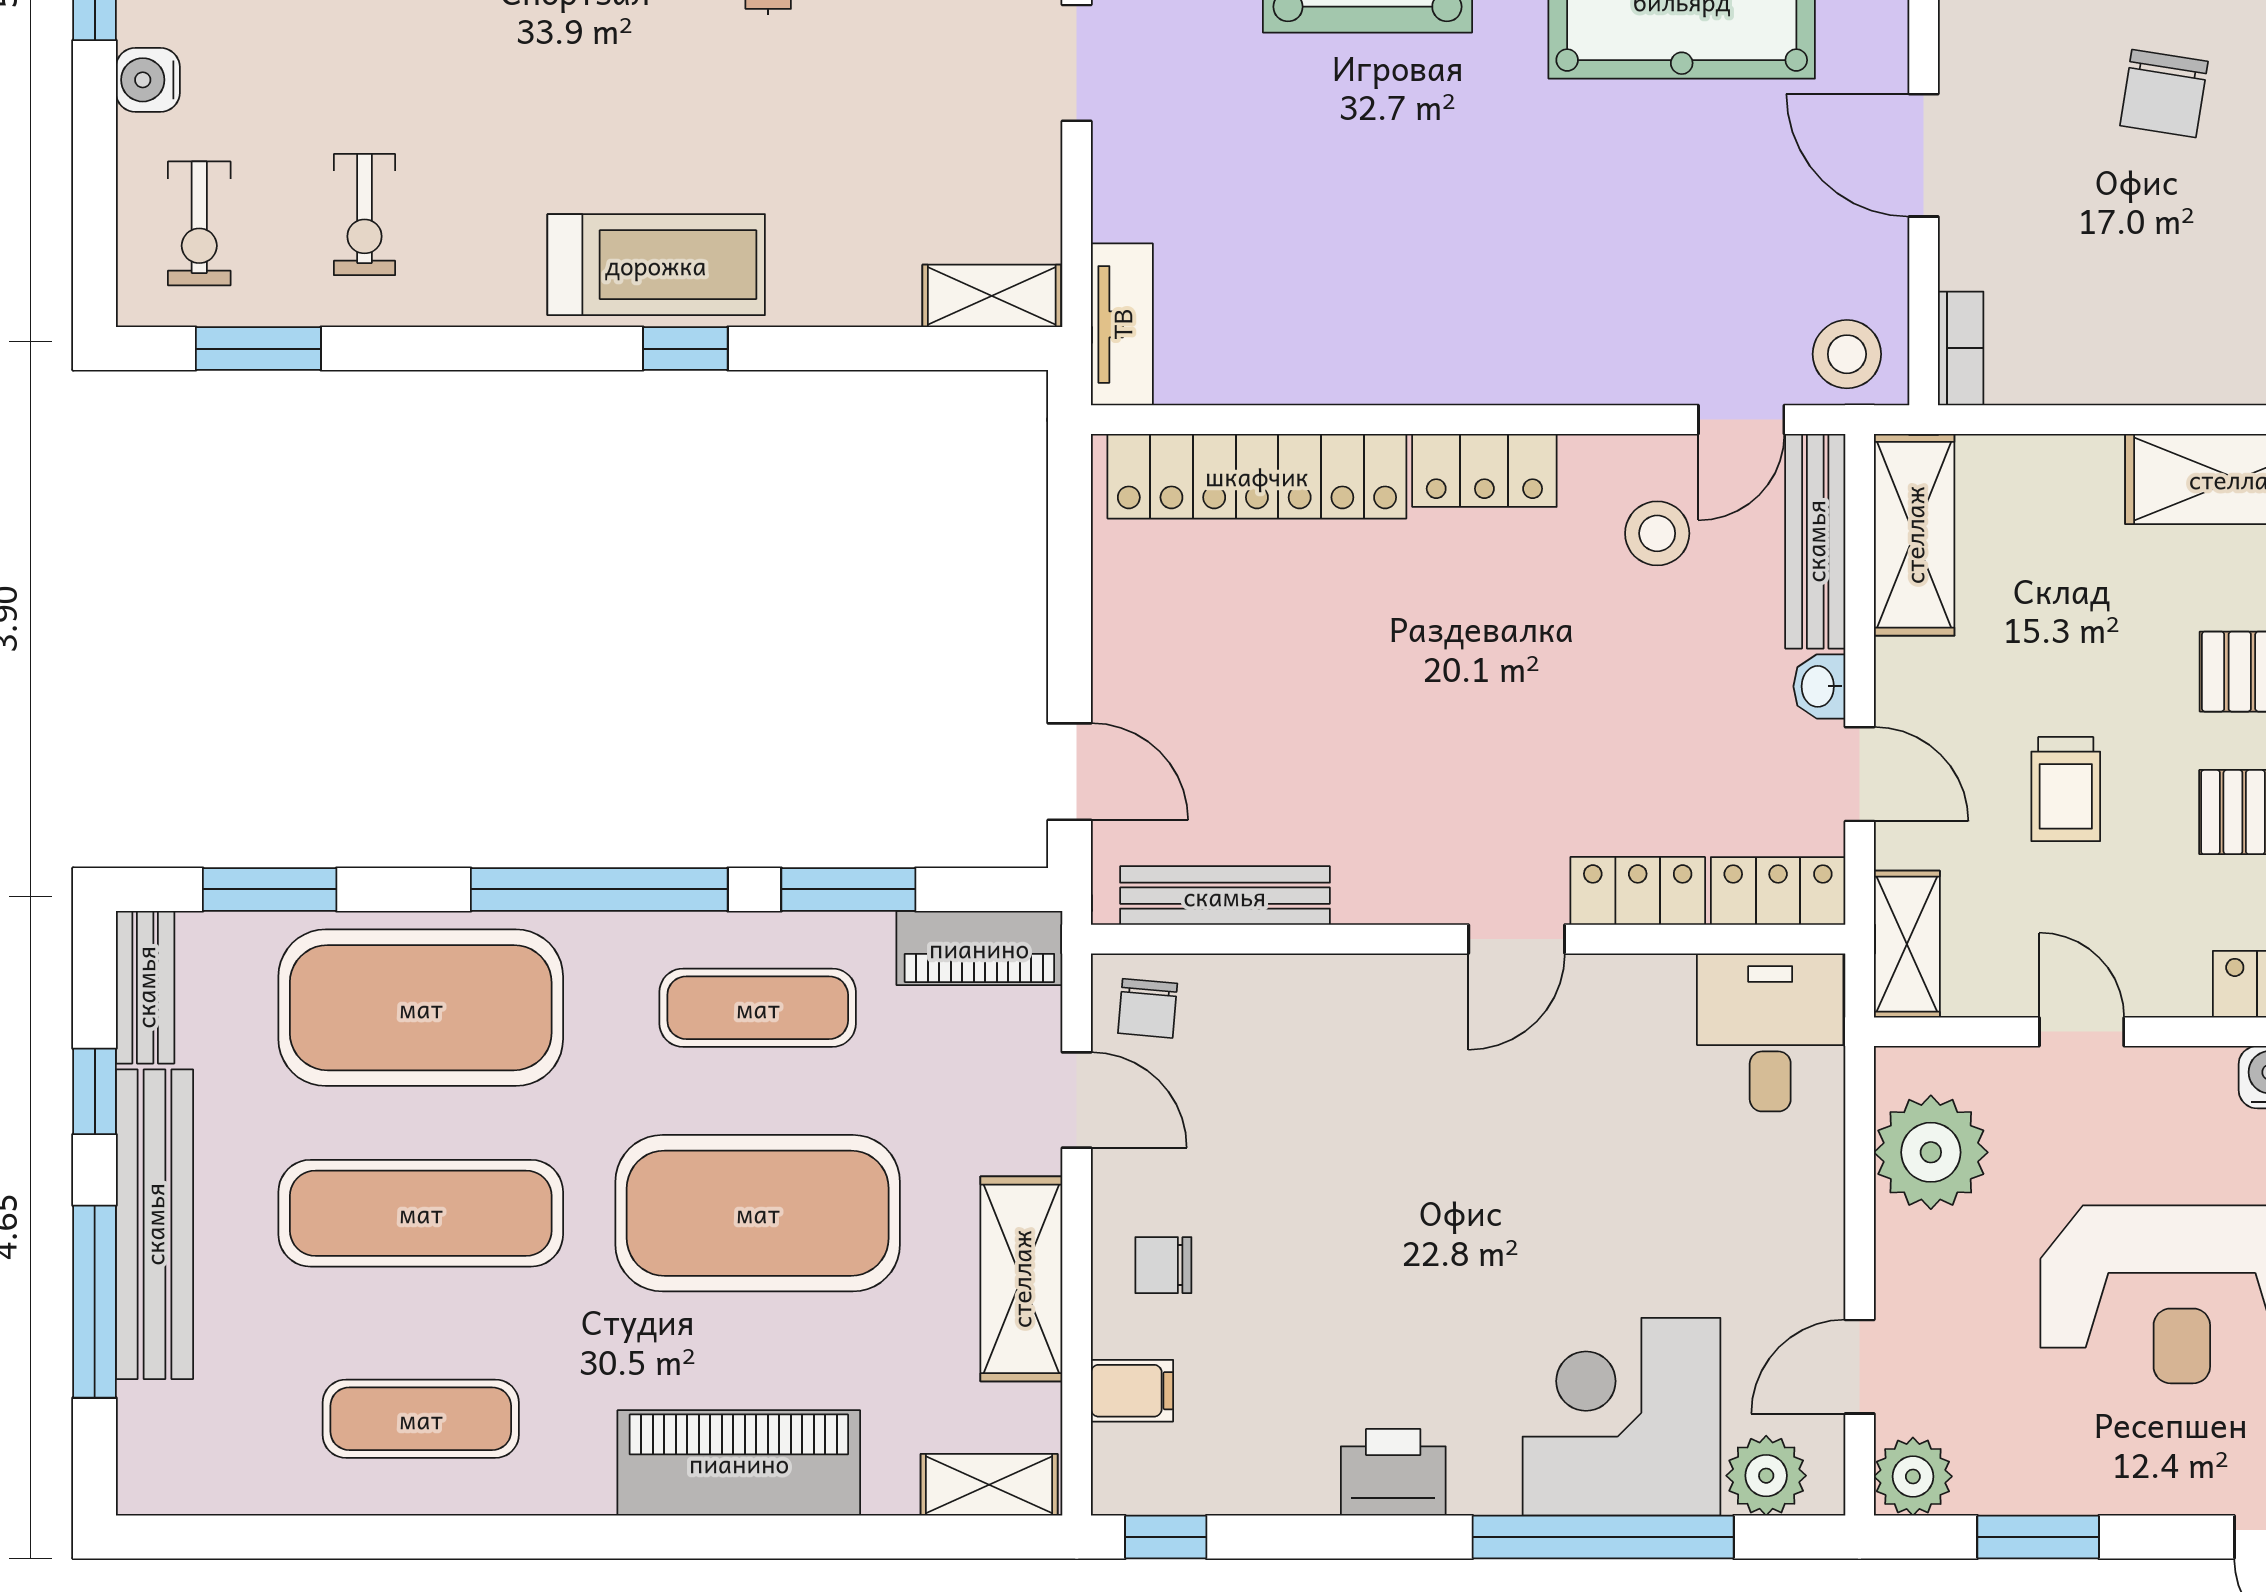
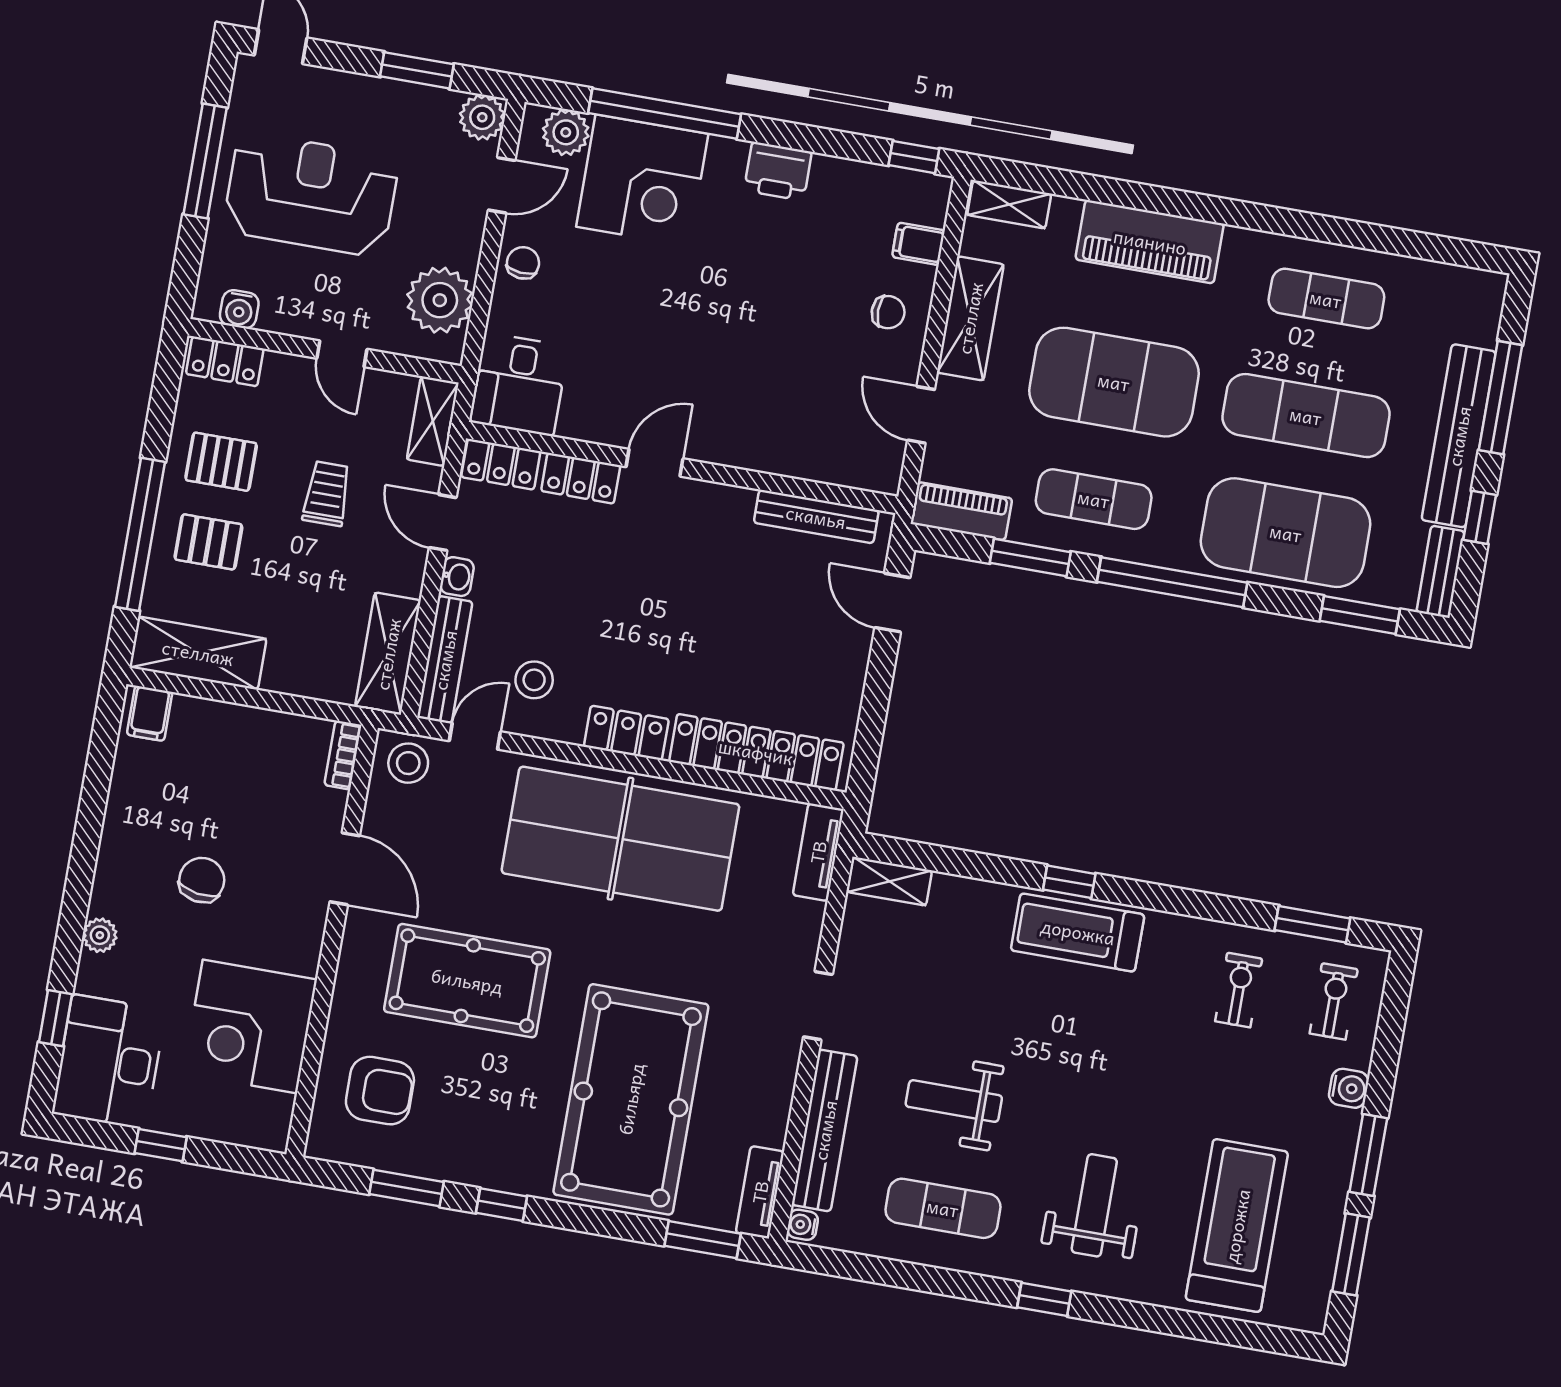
table tennis table: (1463, 289) -> (620, 839), added
chair: (1148, 1008) -> (523, 263), moved

